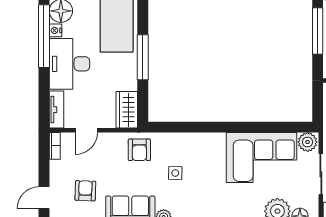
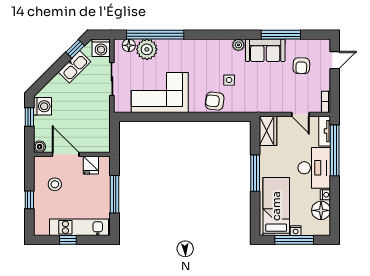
window: (44, 36) -> (335, 150), moved
door: (86, 130) -> (301, 114), swing flipped
plant: (308, 142) -> (123, 105), removed
armchair: (139, 150) -> (215, 101), moved, turned -83

